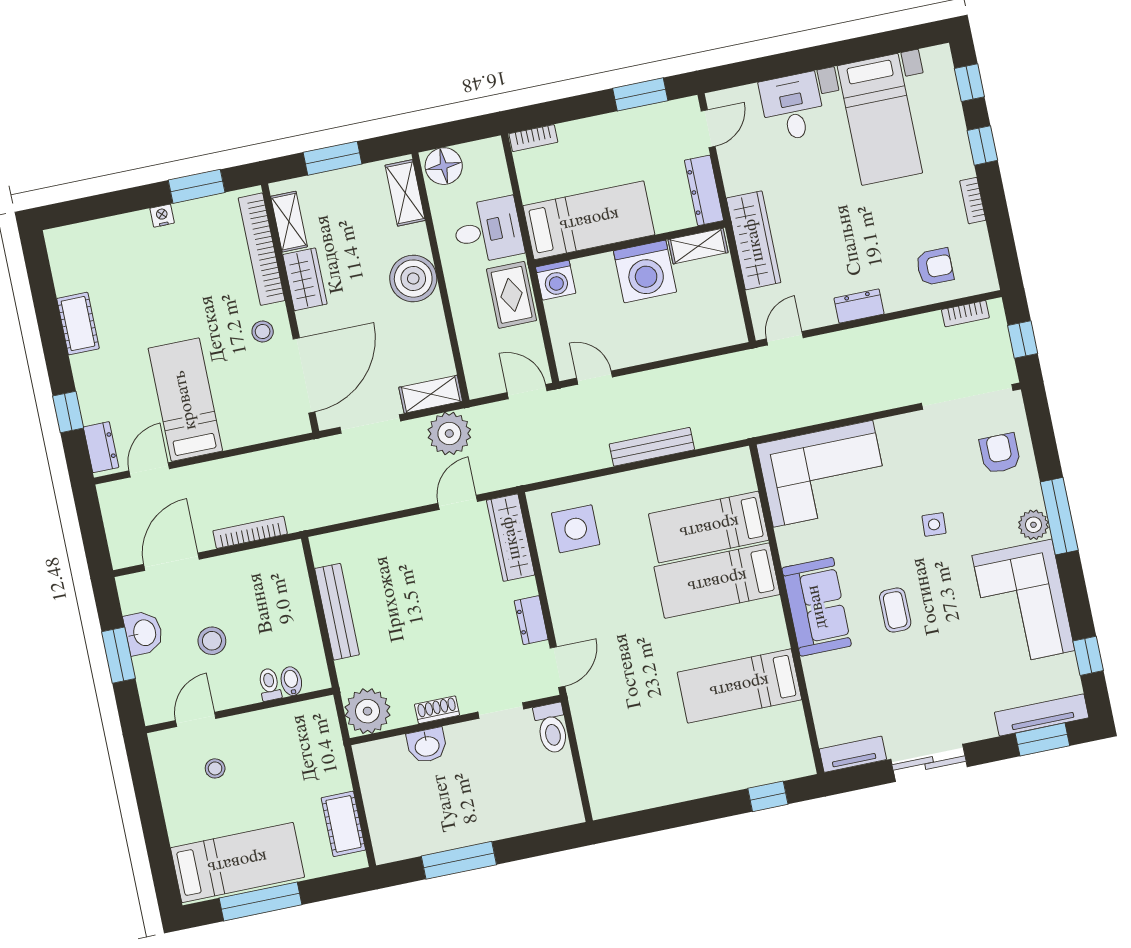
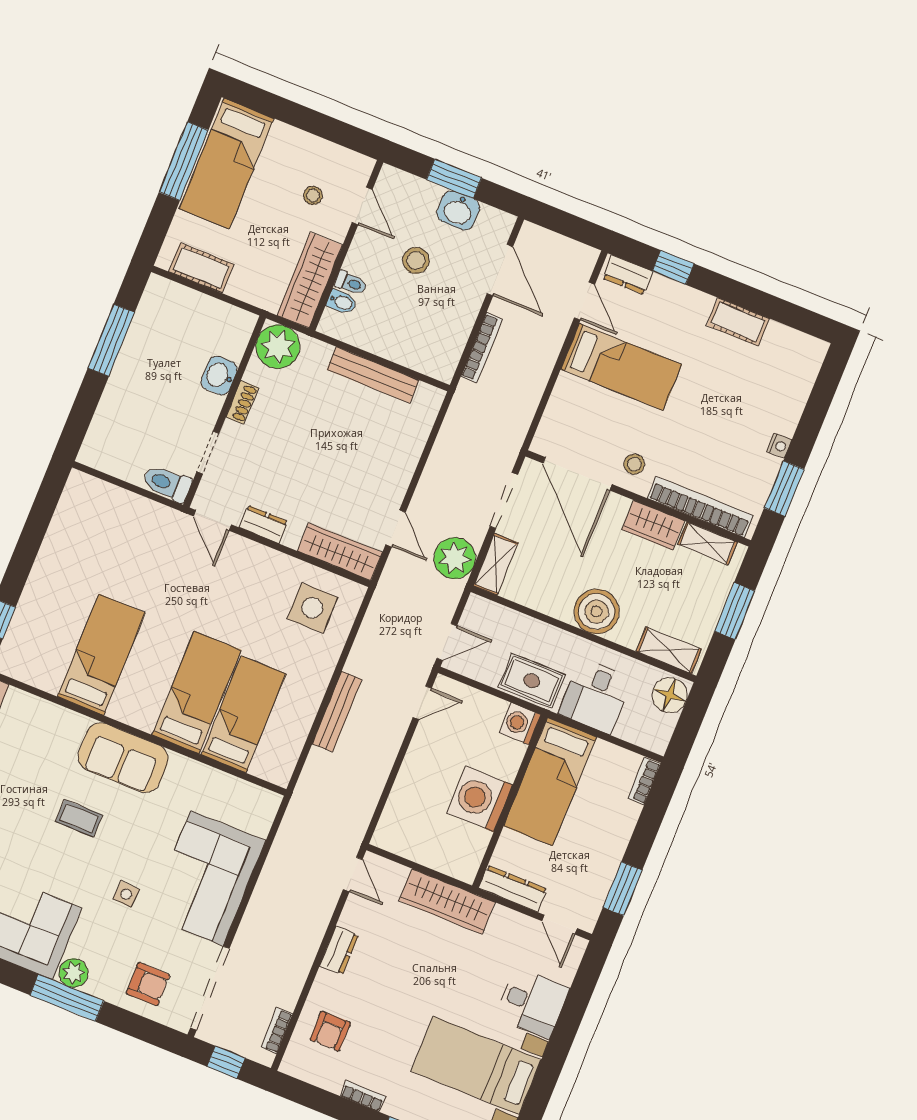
shelving: (698, 246) -> (472, 854), removed
corner sofa: (823, 474) -> (207, 878), moved
wardrobe: (291, 722) -> (310, 280), added

